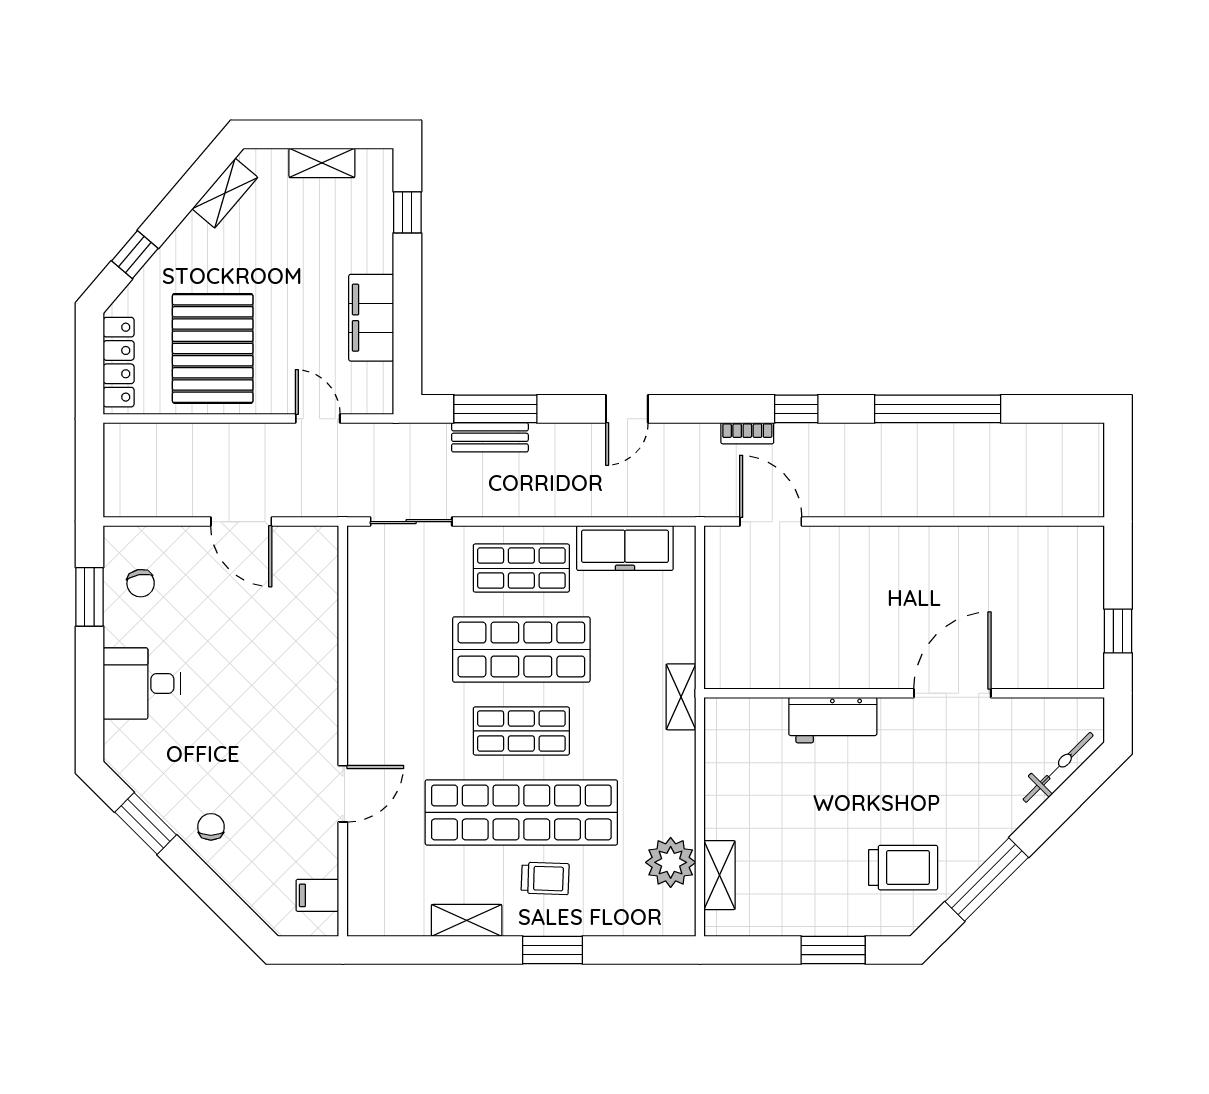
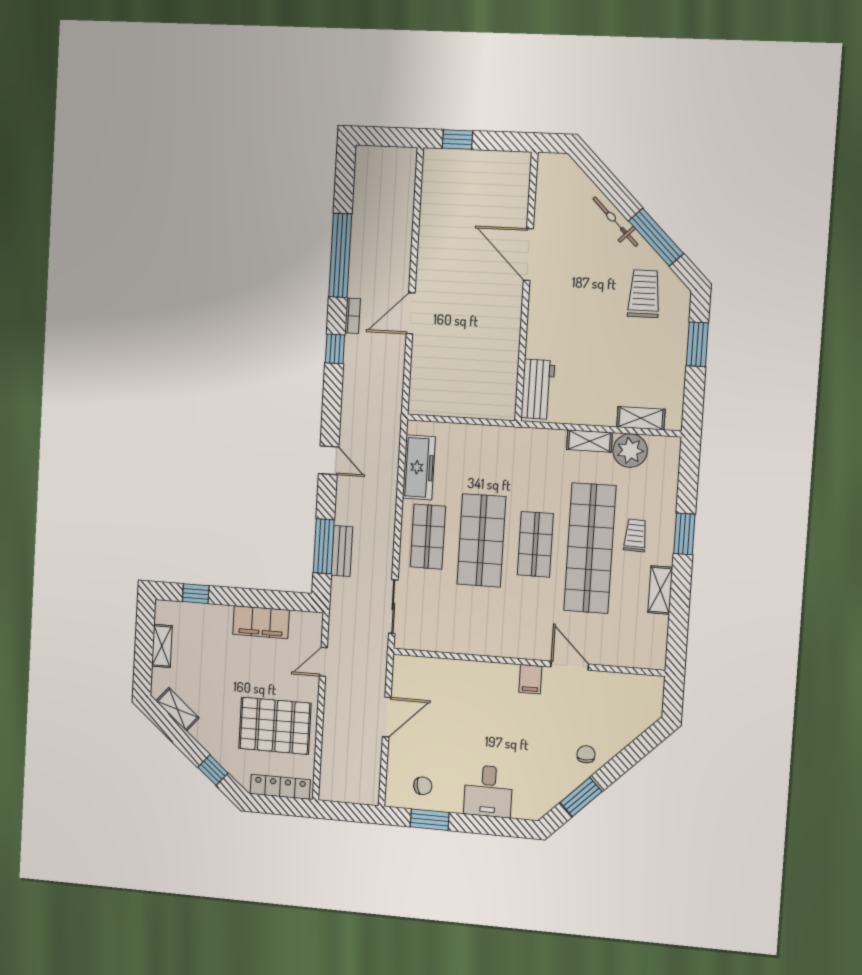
bookcase: (747, 433) -> (353, 316), moved
door: (771, 522) -> (411, 313), moved
window: (1118, 631) -> (457, 139), moved
shelving: (681, 697) -> (589, 441), moved
workbench: (833, 720) -> (538, 389), moved
bicycle: (1058, 767) -> (615, 222), moved
chair: (211, 827) -> (586, 754), turned 90
filing cabinet: (317, 895) -> (530, 679), moved

